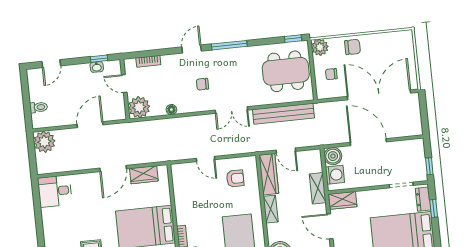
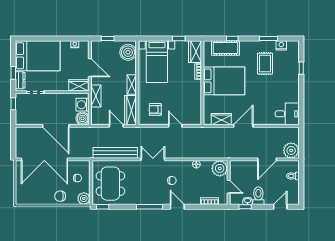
door: (192, 49) -> (177, 207), swing flipped
dining table: (286, 71) -> (110, 184), turned 90
toilet: (83, 75) -> (258, 196), added
door: (90, 125) -> (267, 159), moved

